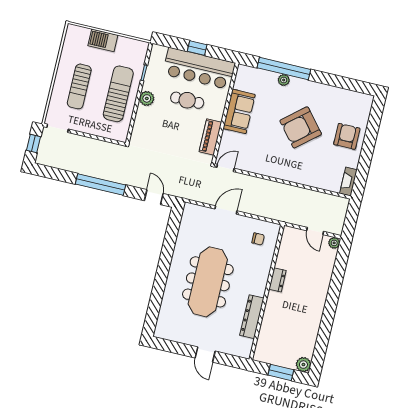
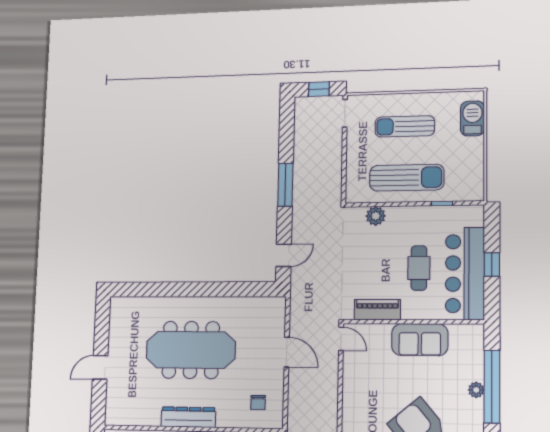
barbecue: (103, 40) -> (472, 118), moved
plant: (147, 98) -> (376, 216), moved
window: (100, 184) -> (285, 185), width x0.68
dresser: (252, 317) -> (188, 417), moved

